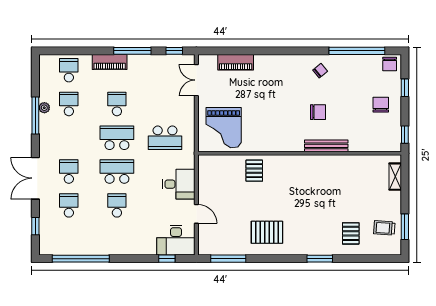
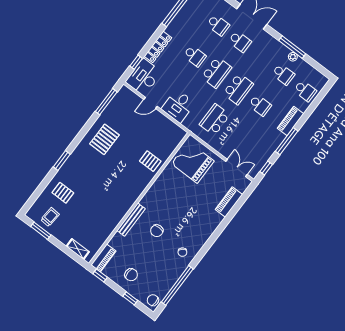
piano: (385, 145) -> (103, 258), added
locker: (135, 248) -> (158, 47), added

